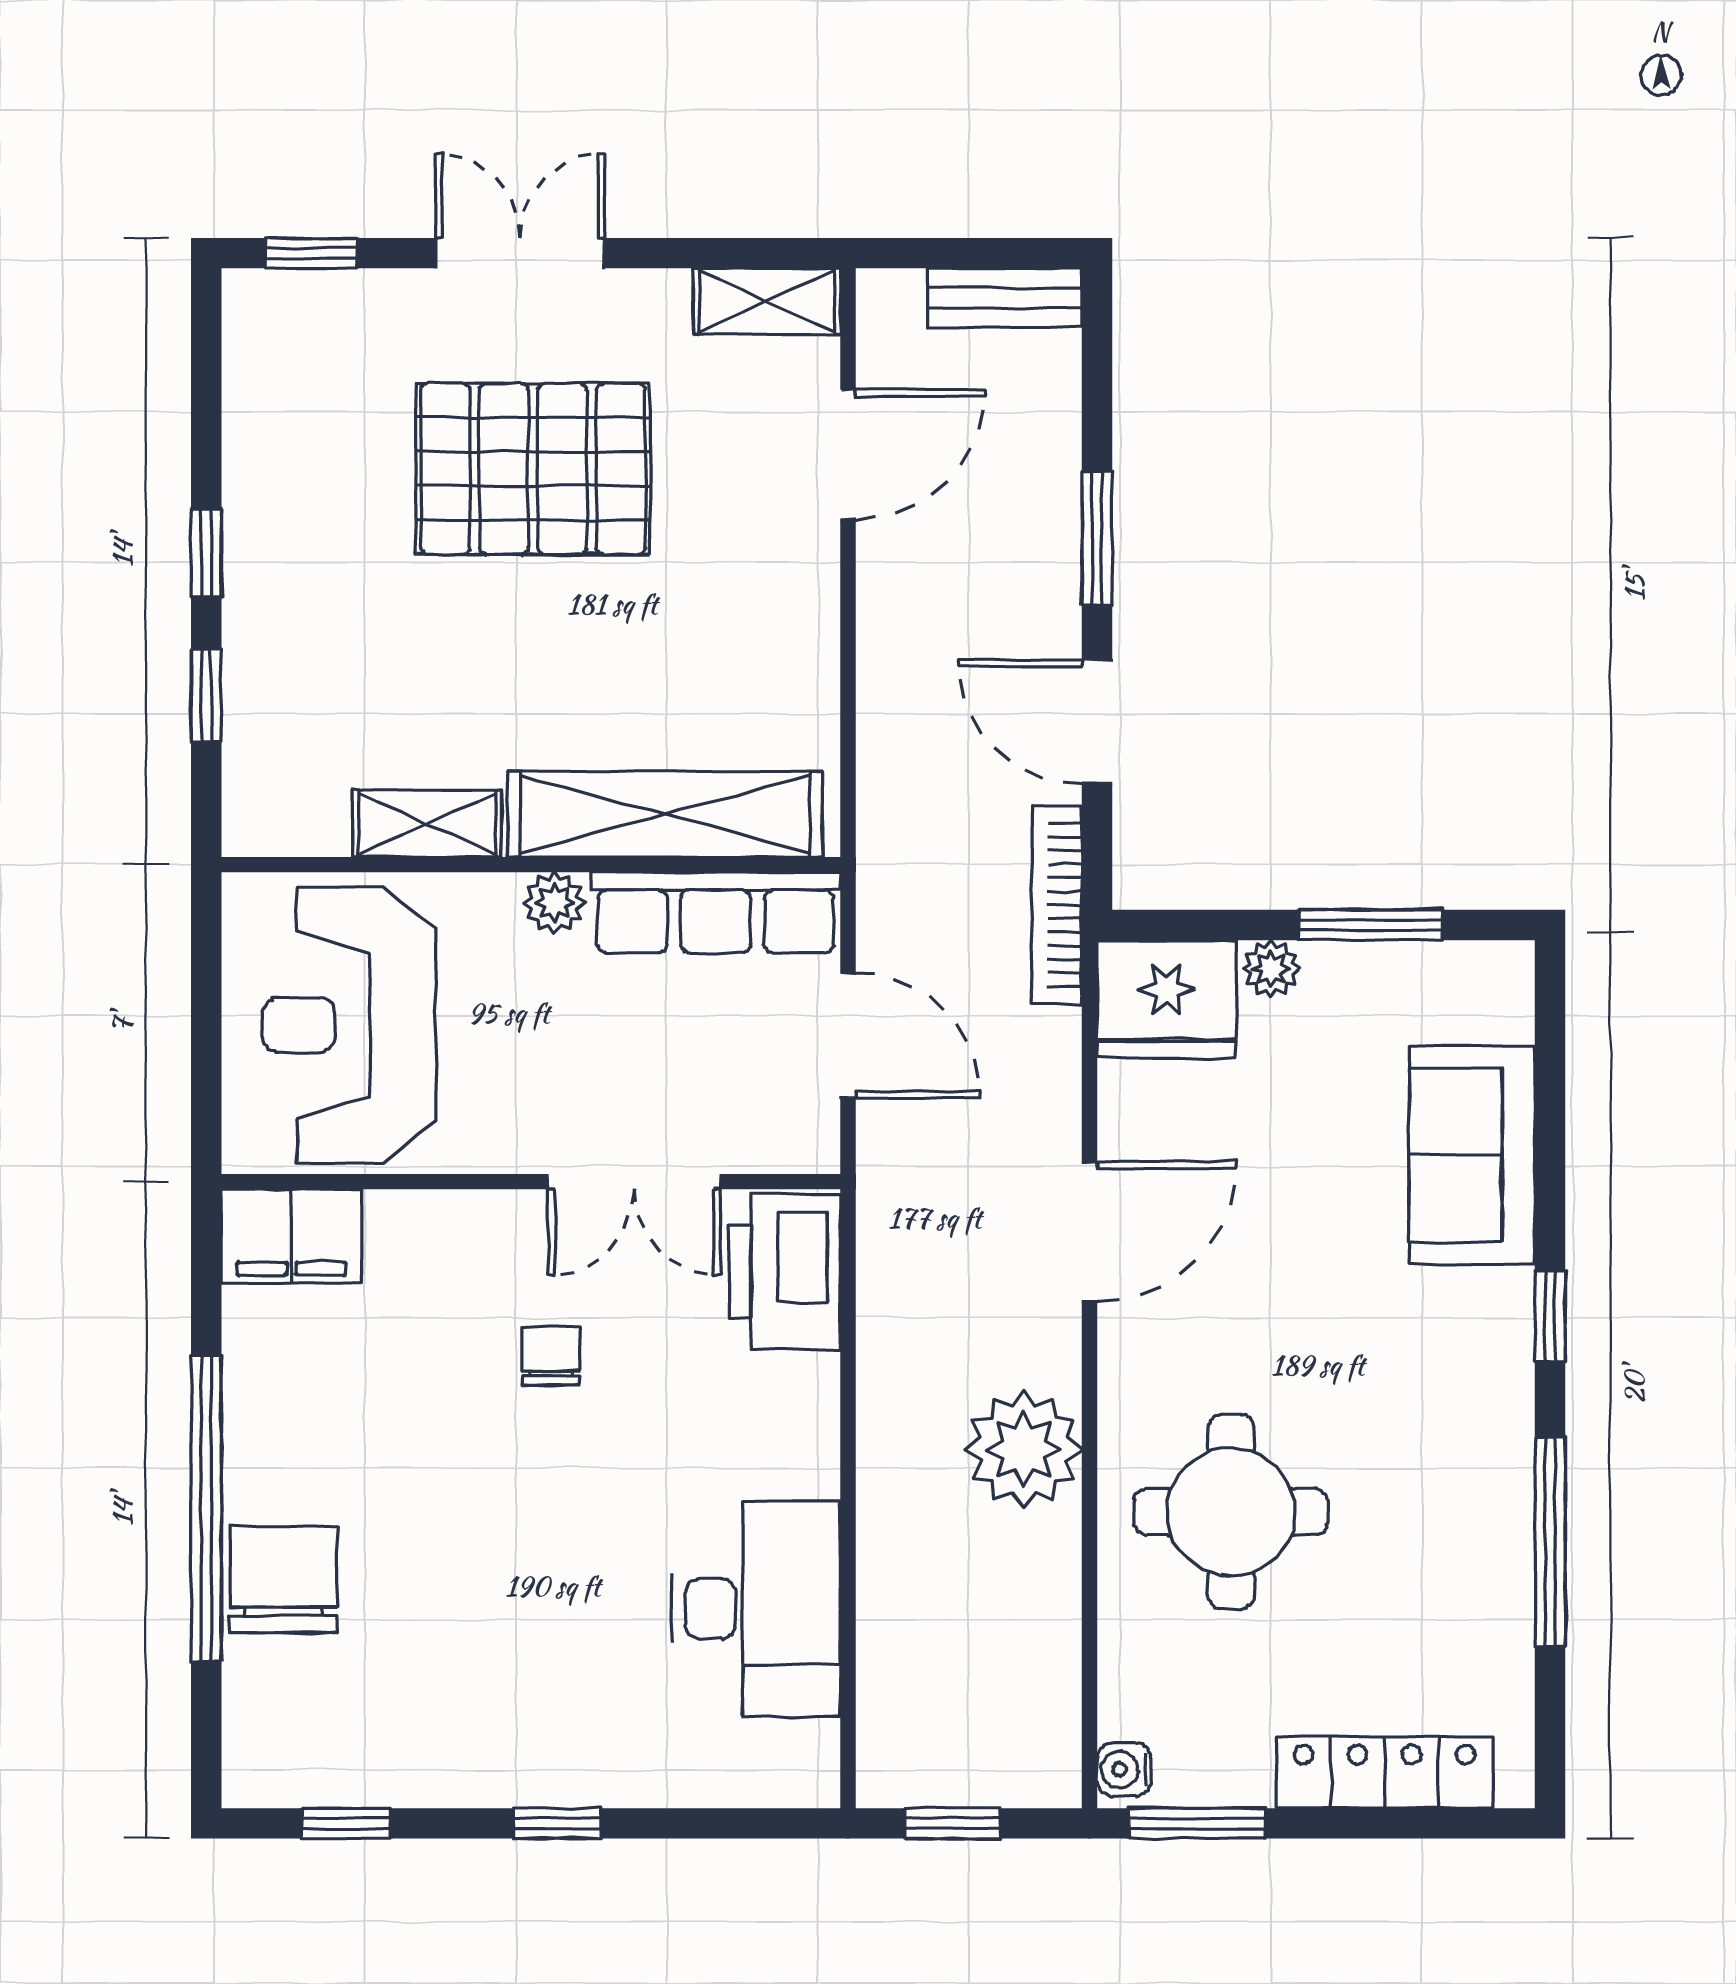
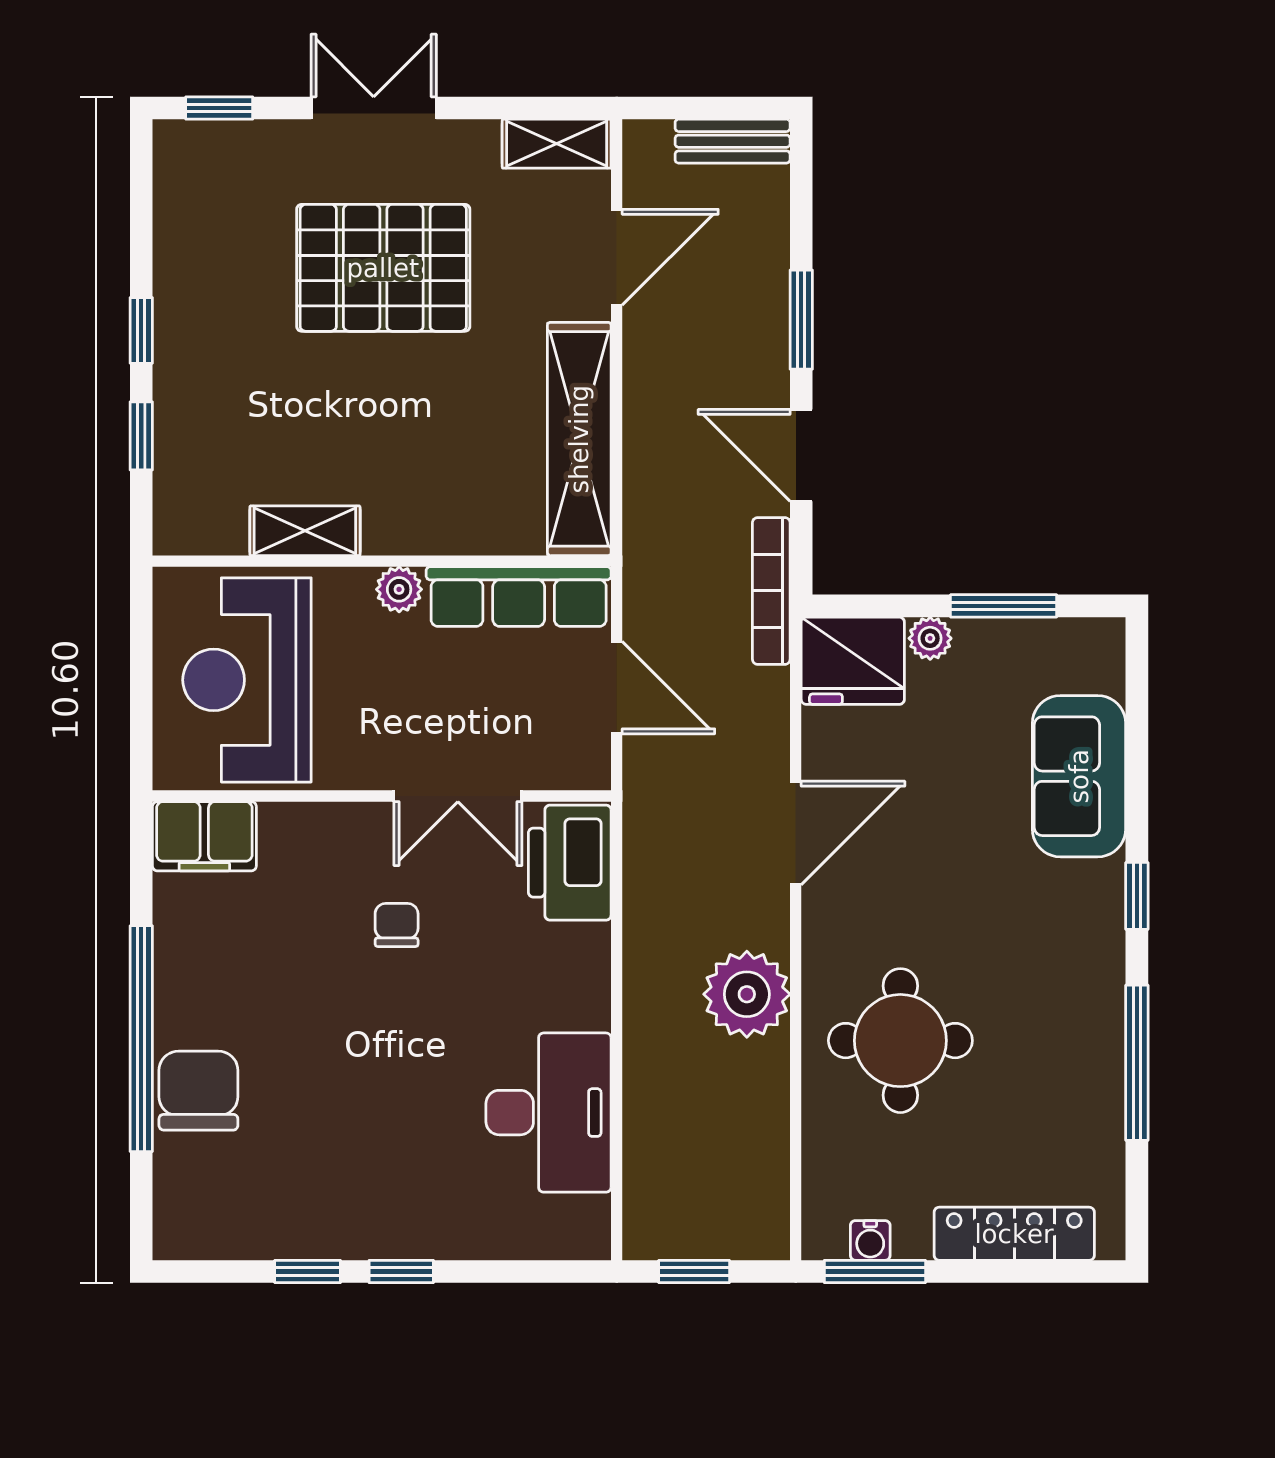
shelving: (665, 814) -> (579, 439), moved, turned 90
water cooler: (1124, 1770) -> (870, 1240), moved, turned -90
window: (346, 1823) -> (308, 1271), moved

